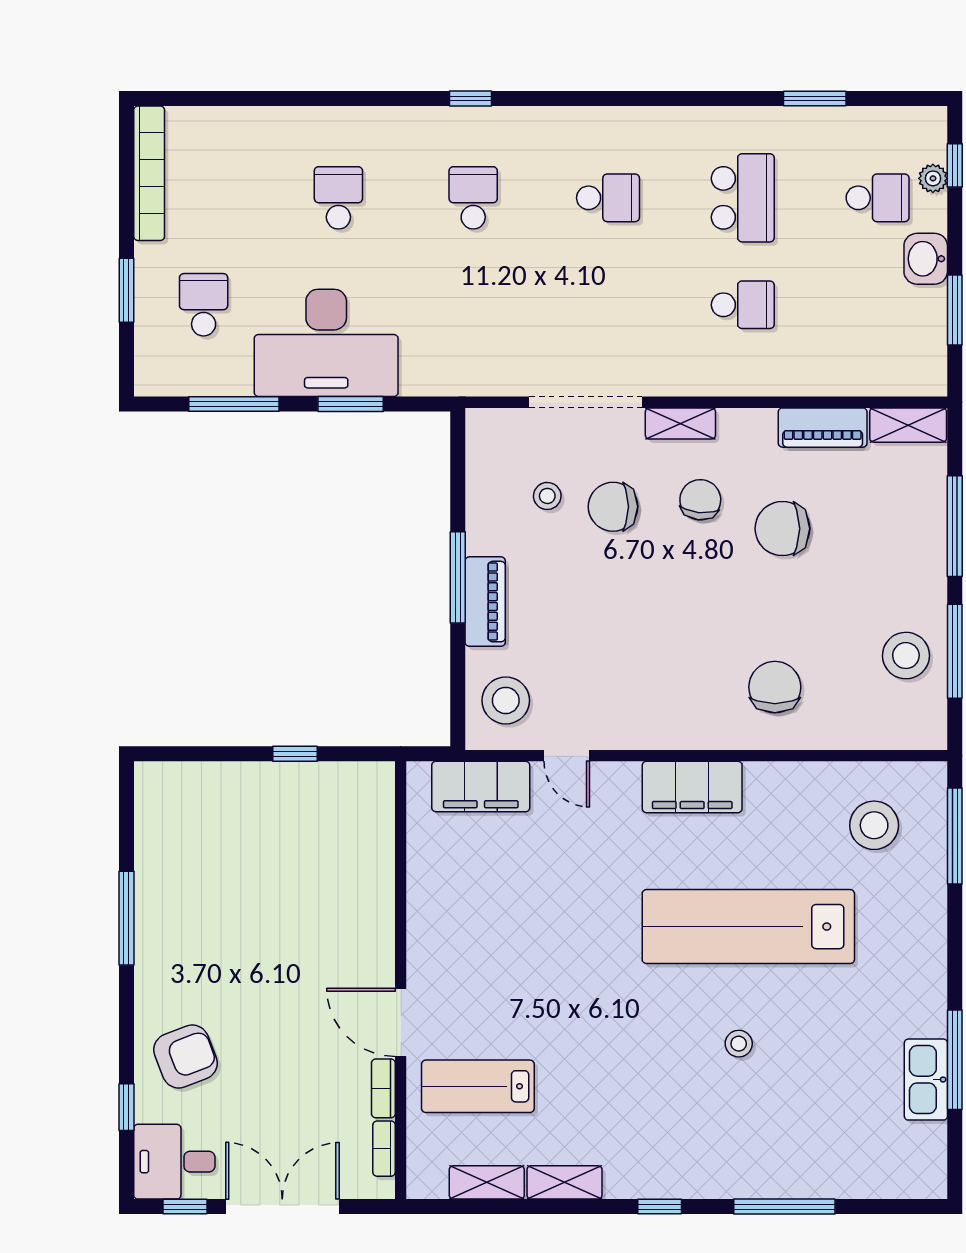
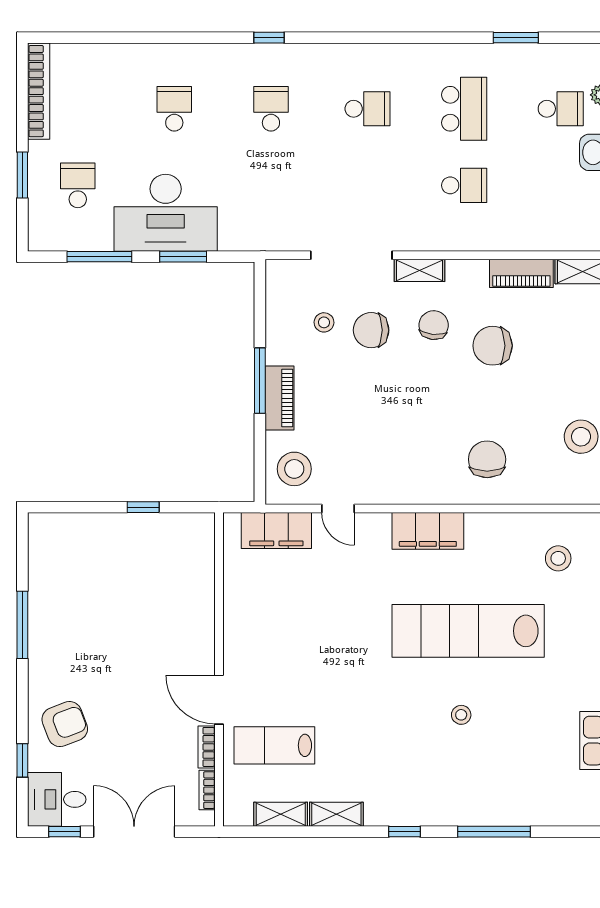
stool: (874, 825) -> (558, 558), width x0.73, depth x0.73

